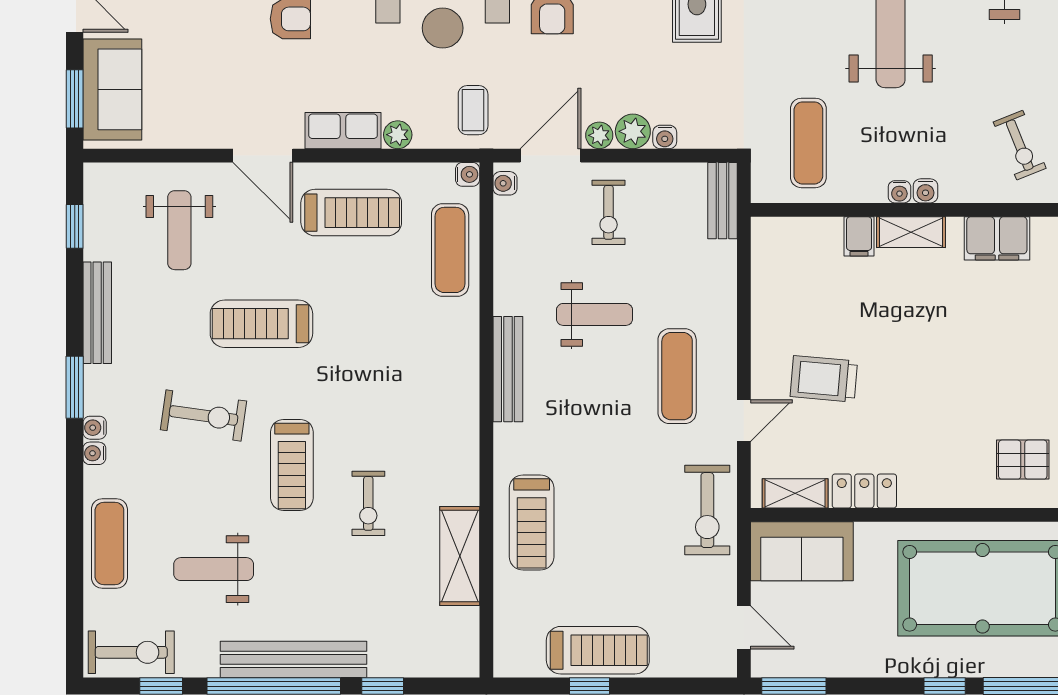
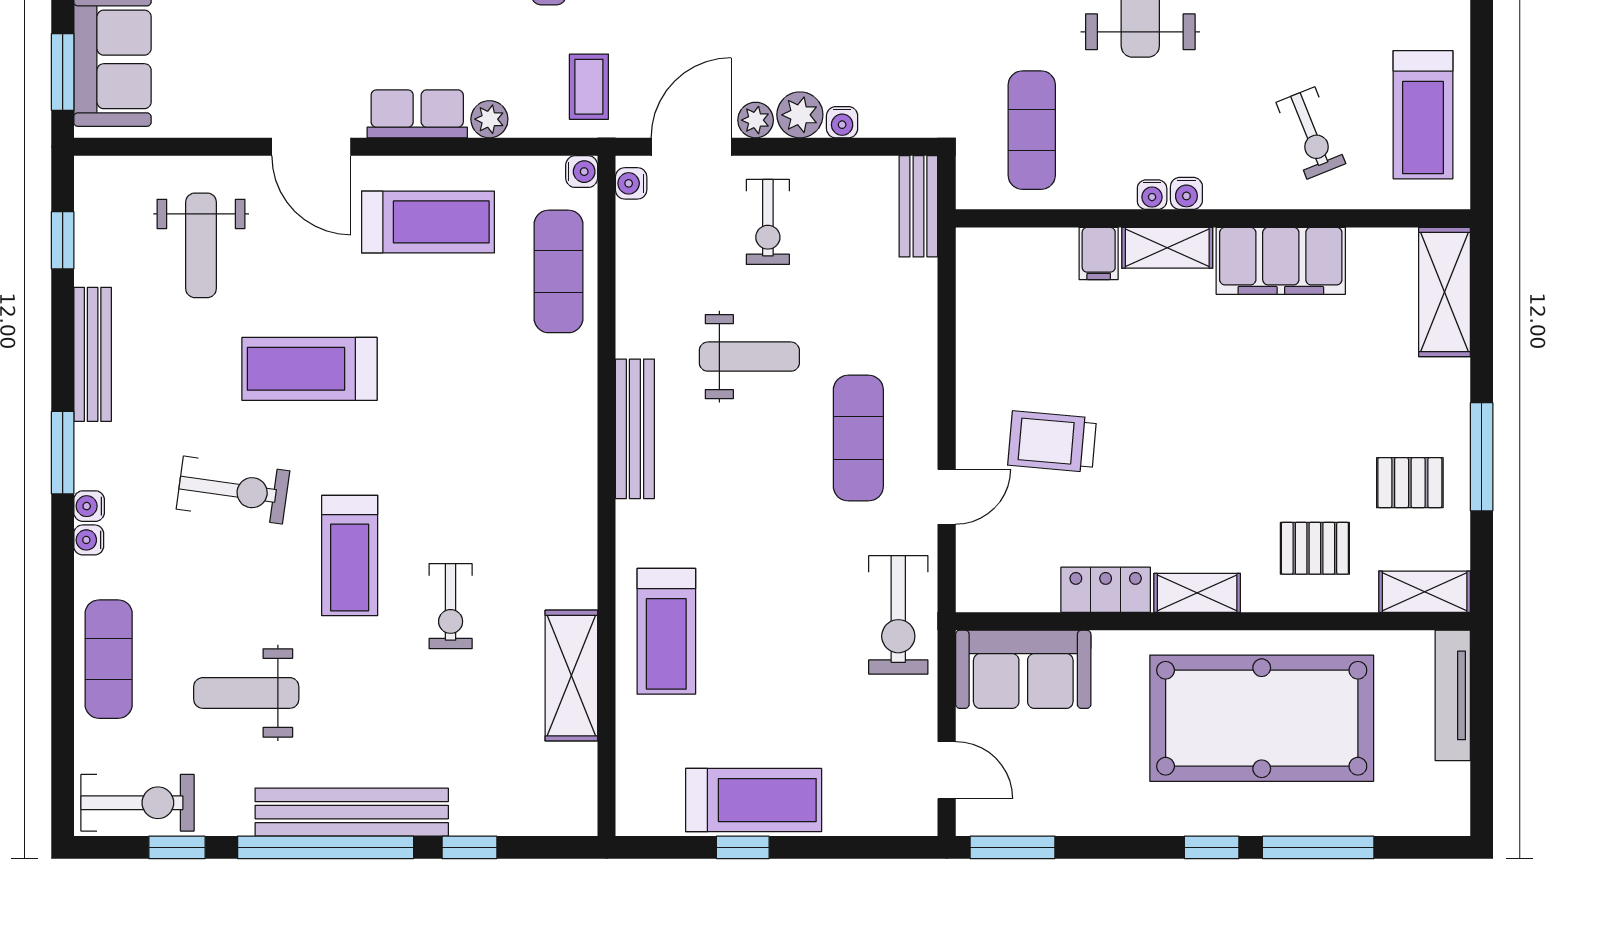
filing cabinet: (997, 238) -> (1281, 261), width x1.50, depth x1.17
shelving: (795, 493) -> (1197, 593), moved

